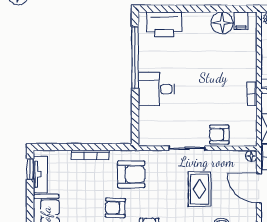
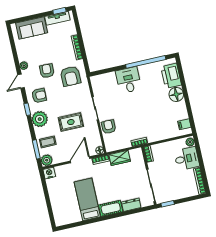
floor lamp: (222, 23) -> (176, 94), moved

